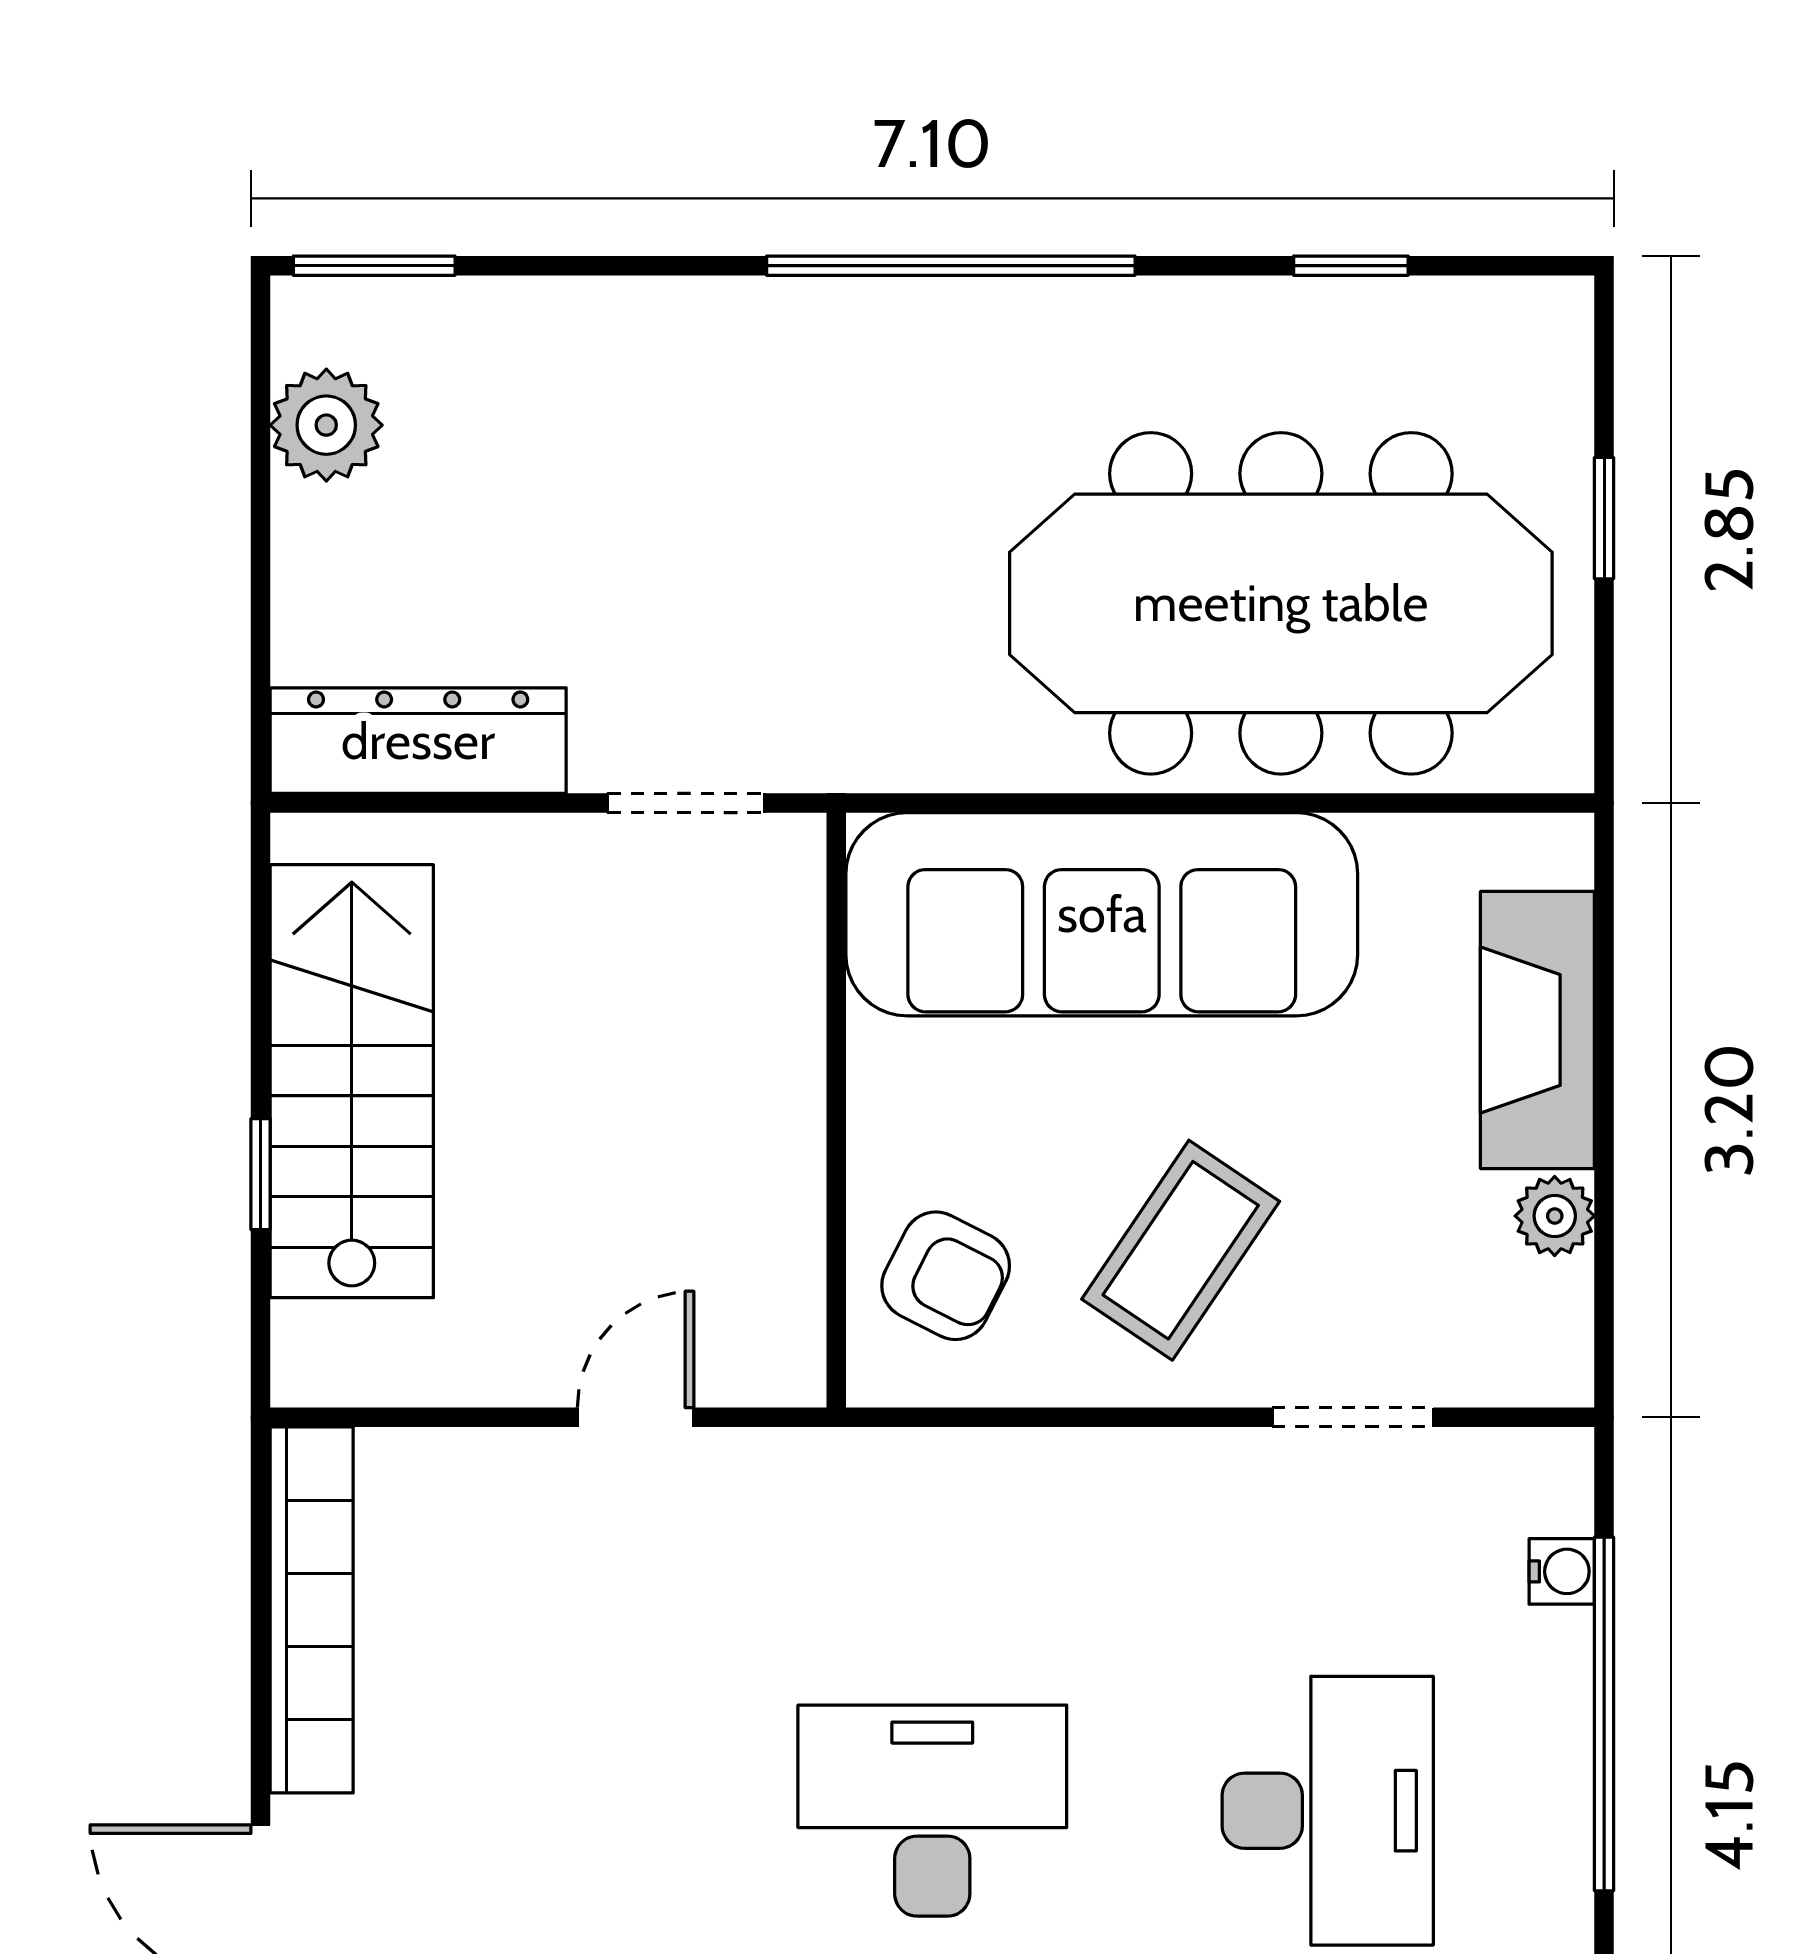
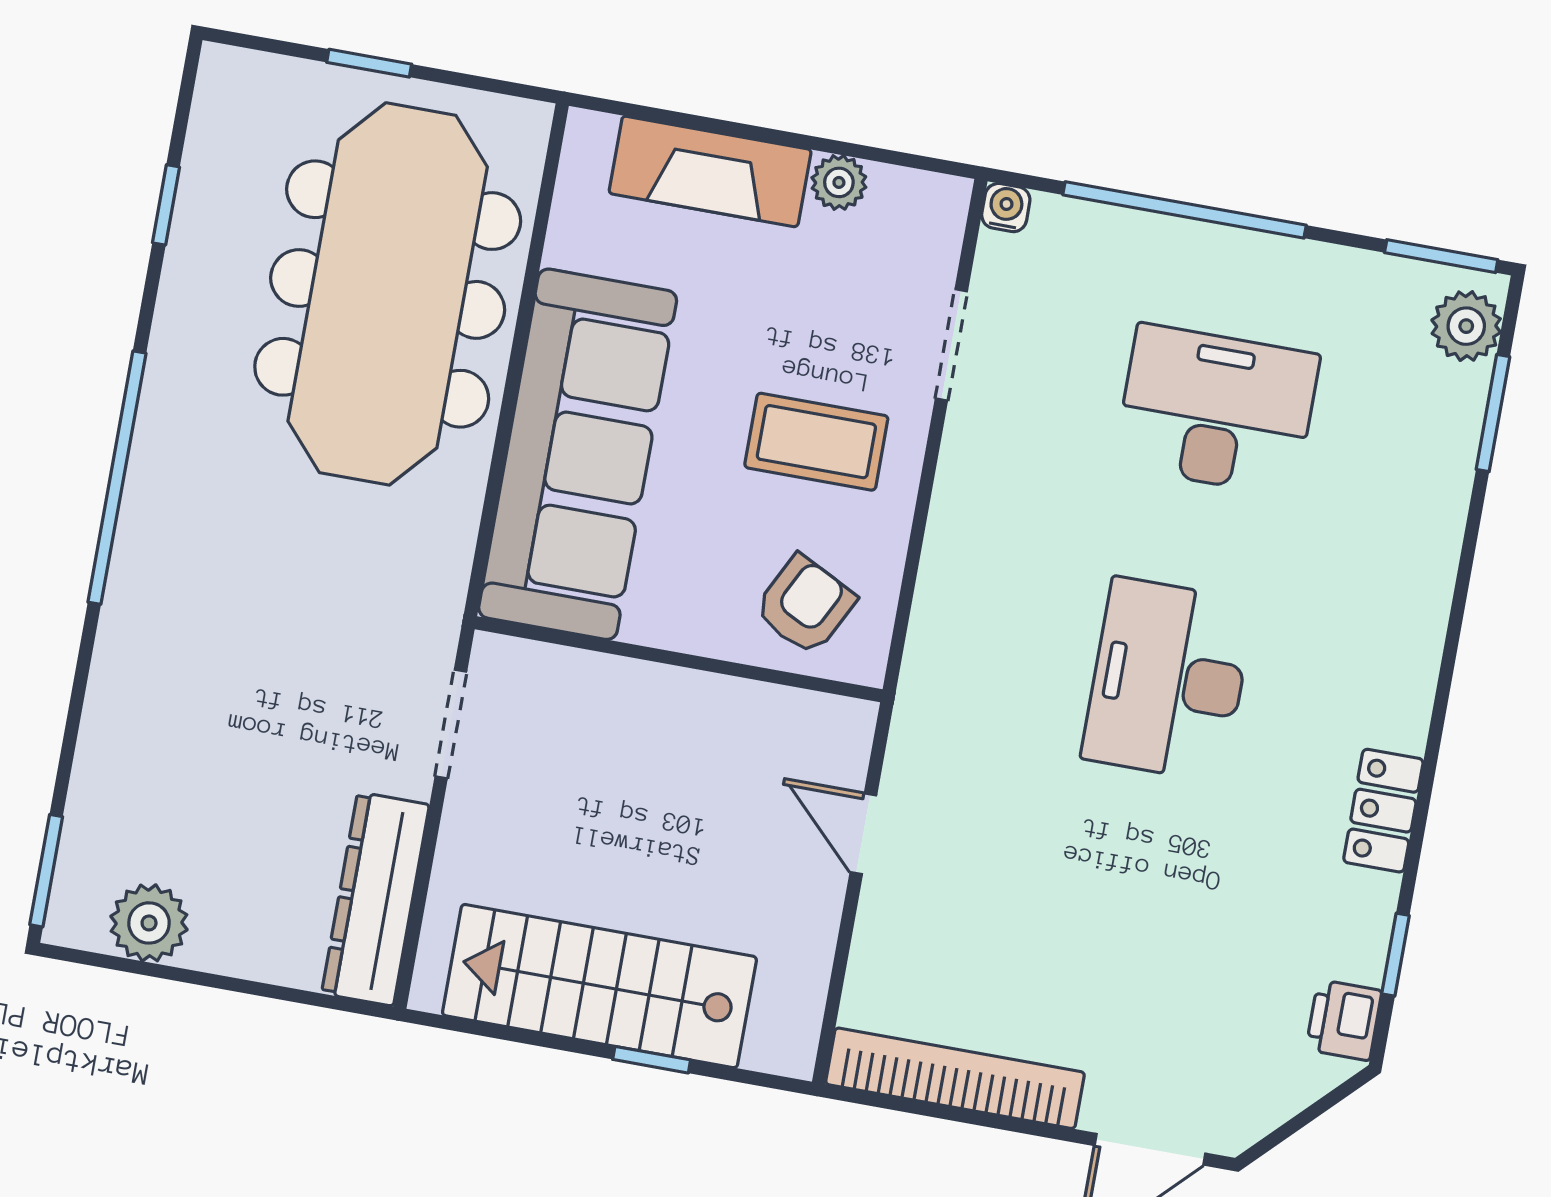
coffee table: (1181, 1250) -> (816, 442), turned -34
water cooler: (1562, 1571) -> (1006, 208), moved

